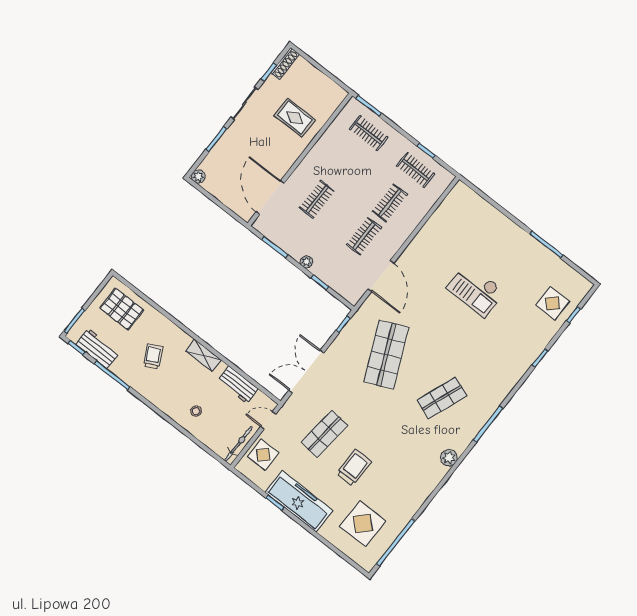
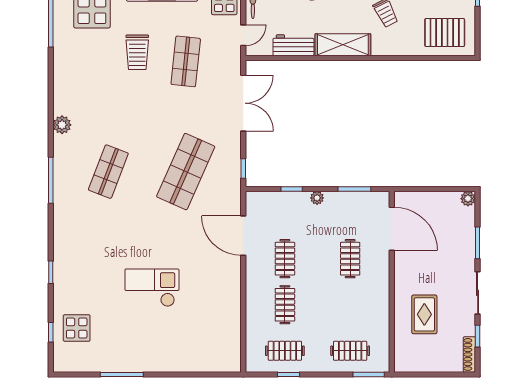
rug: (295, 118) -> (424, 314), turned 90
shelving: (203, 355) -> (343, 45), width x1.50, depth x1.33
shop shelf: (386, 355) -> (186, 172), turned 48

